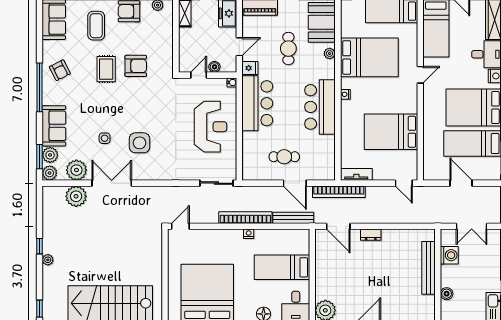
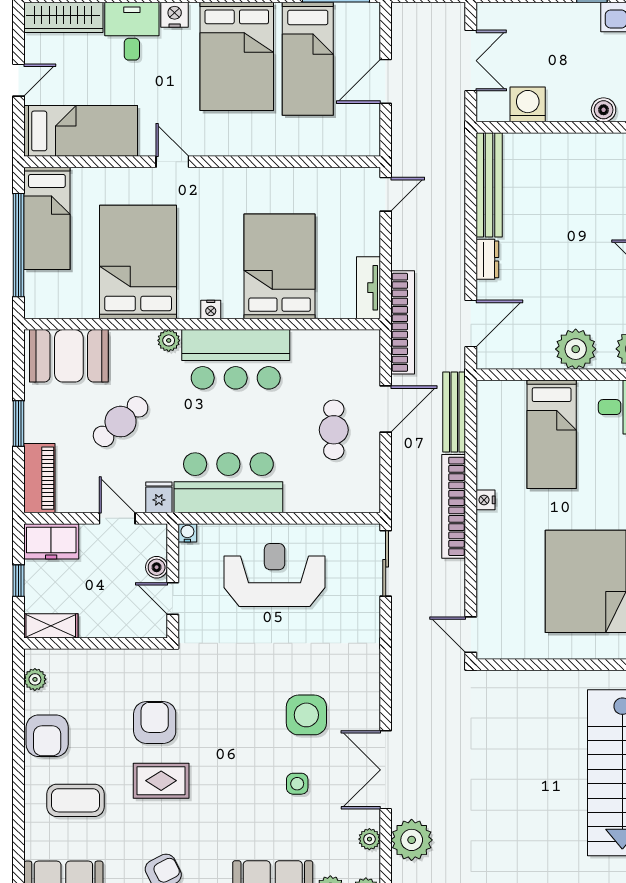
cafe table: (288, 49) -> (121, 422), turned -41
plant: (330, 54) -> (169, 340), moved
bed: (391, 132) -> (280, 266), moved, turned 180
plant: (76, 170) -> (369, 839), width x0.53, depth x0.53
bench: (428, 268) -> (489, 185), moved, turned 90
plant: (325, 280) -> (576, 349), added

